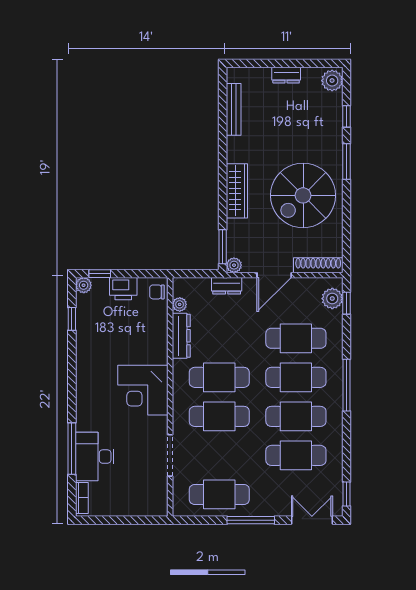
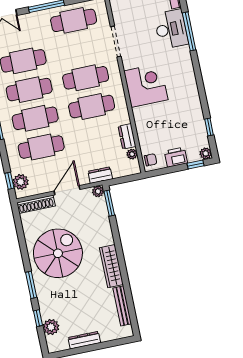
dresser: (286, 75) -> (84, 340), width x1.44
plant: (332, 81) -> (51, 327), moved
wardrobe: (237, 191) -> (111, 266), moved
dresser: (181, 336) -> (127, 136), width x0.70

